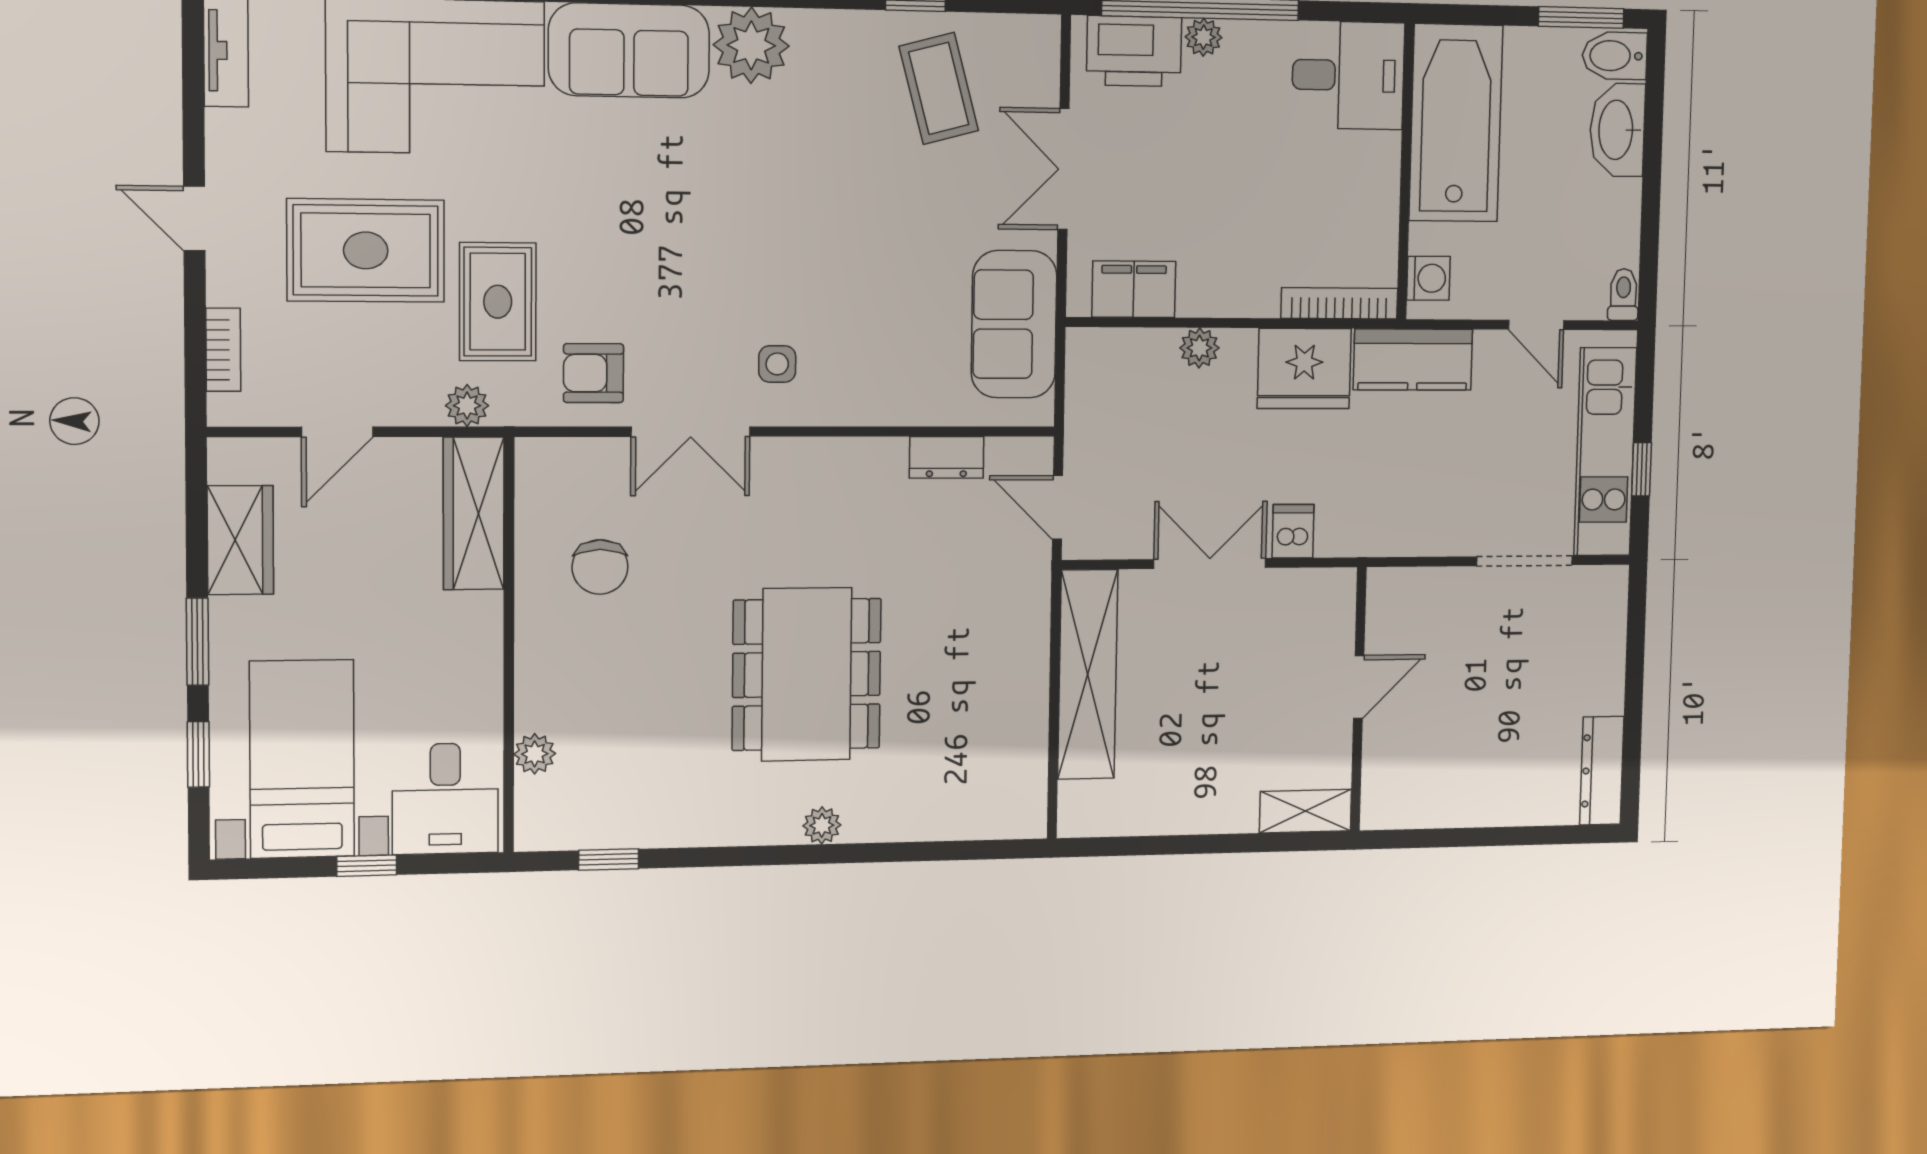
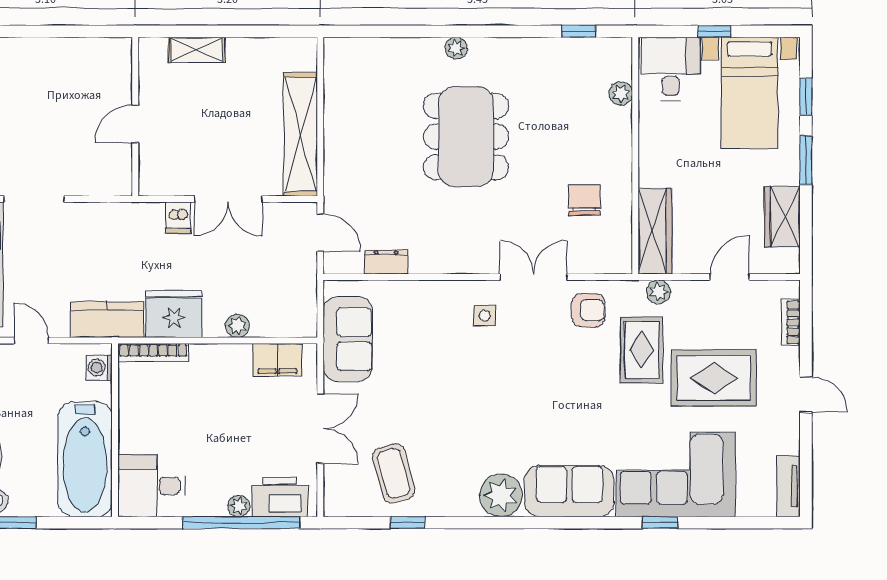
shelving: (1305, 811) -> (197, 50), moved

